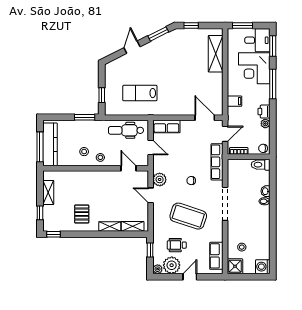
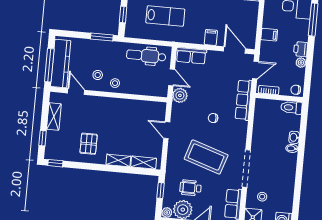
lab bench: (140, 93) -> (165, 16), turned 180
filing cabinet: (183, 108) -> (211, 37), added
door: (128, 168) -> (76, 92), moved
plant: (160, 179) -> (180, 95), moved
doorway: (225, 204) -> (246, 169), moved

